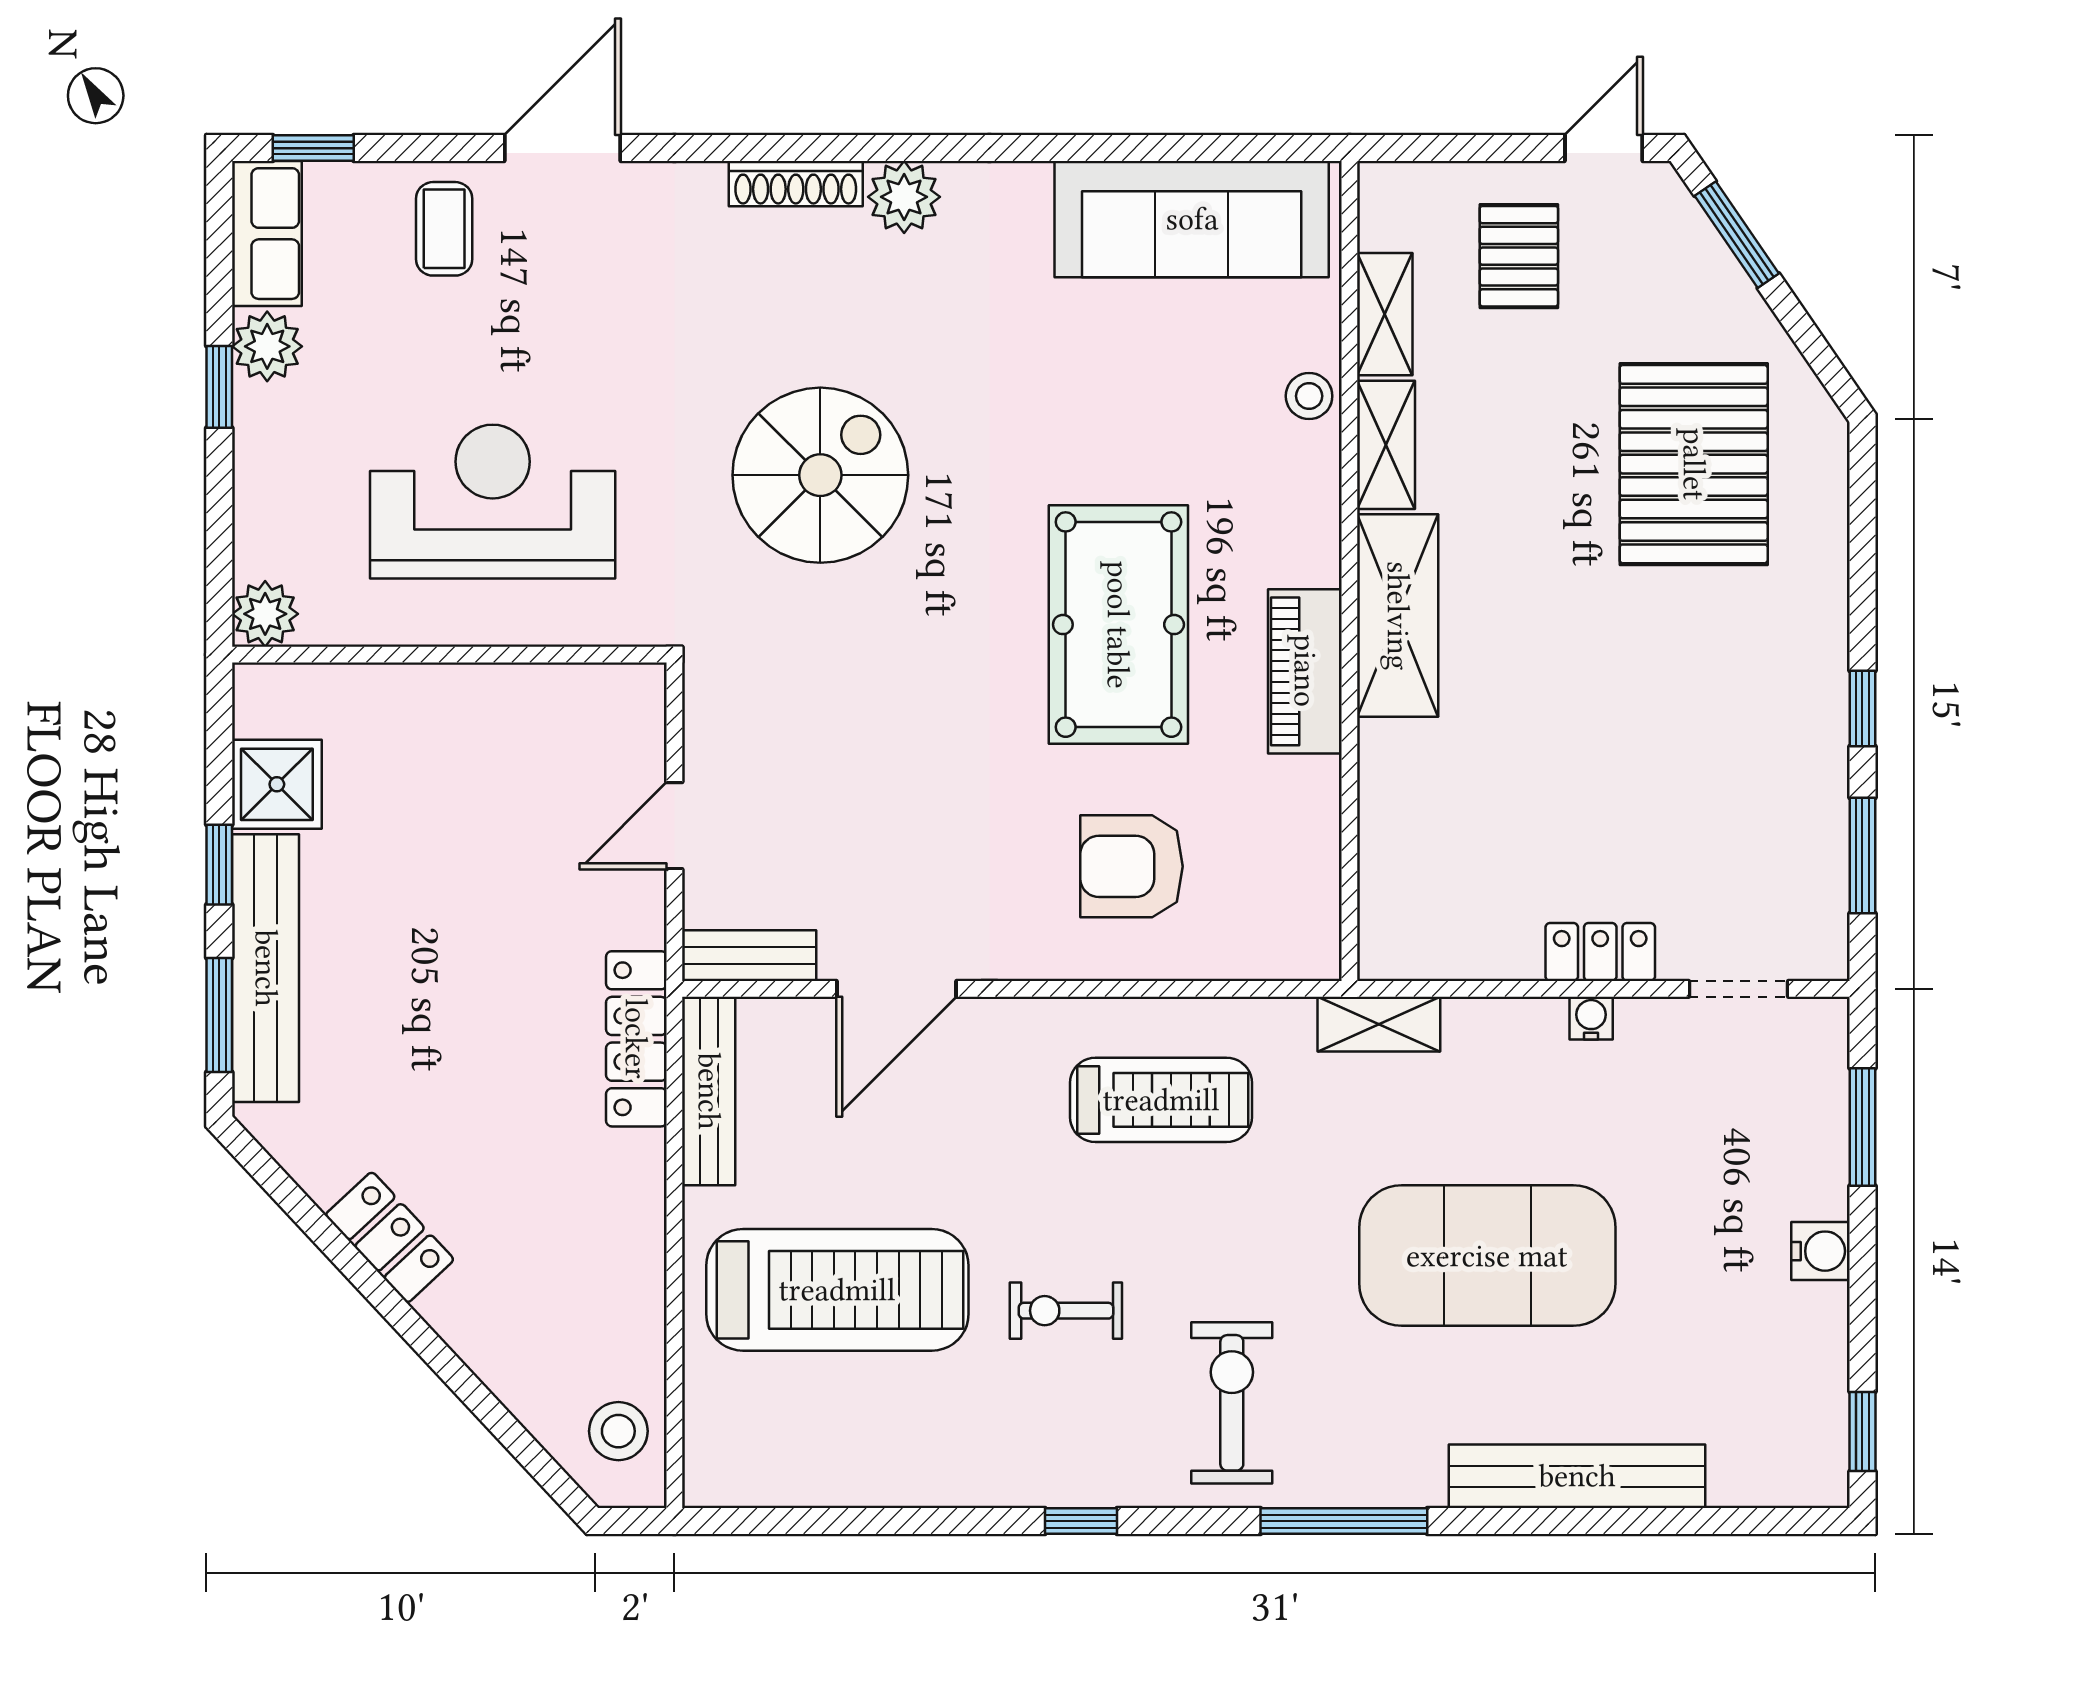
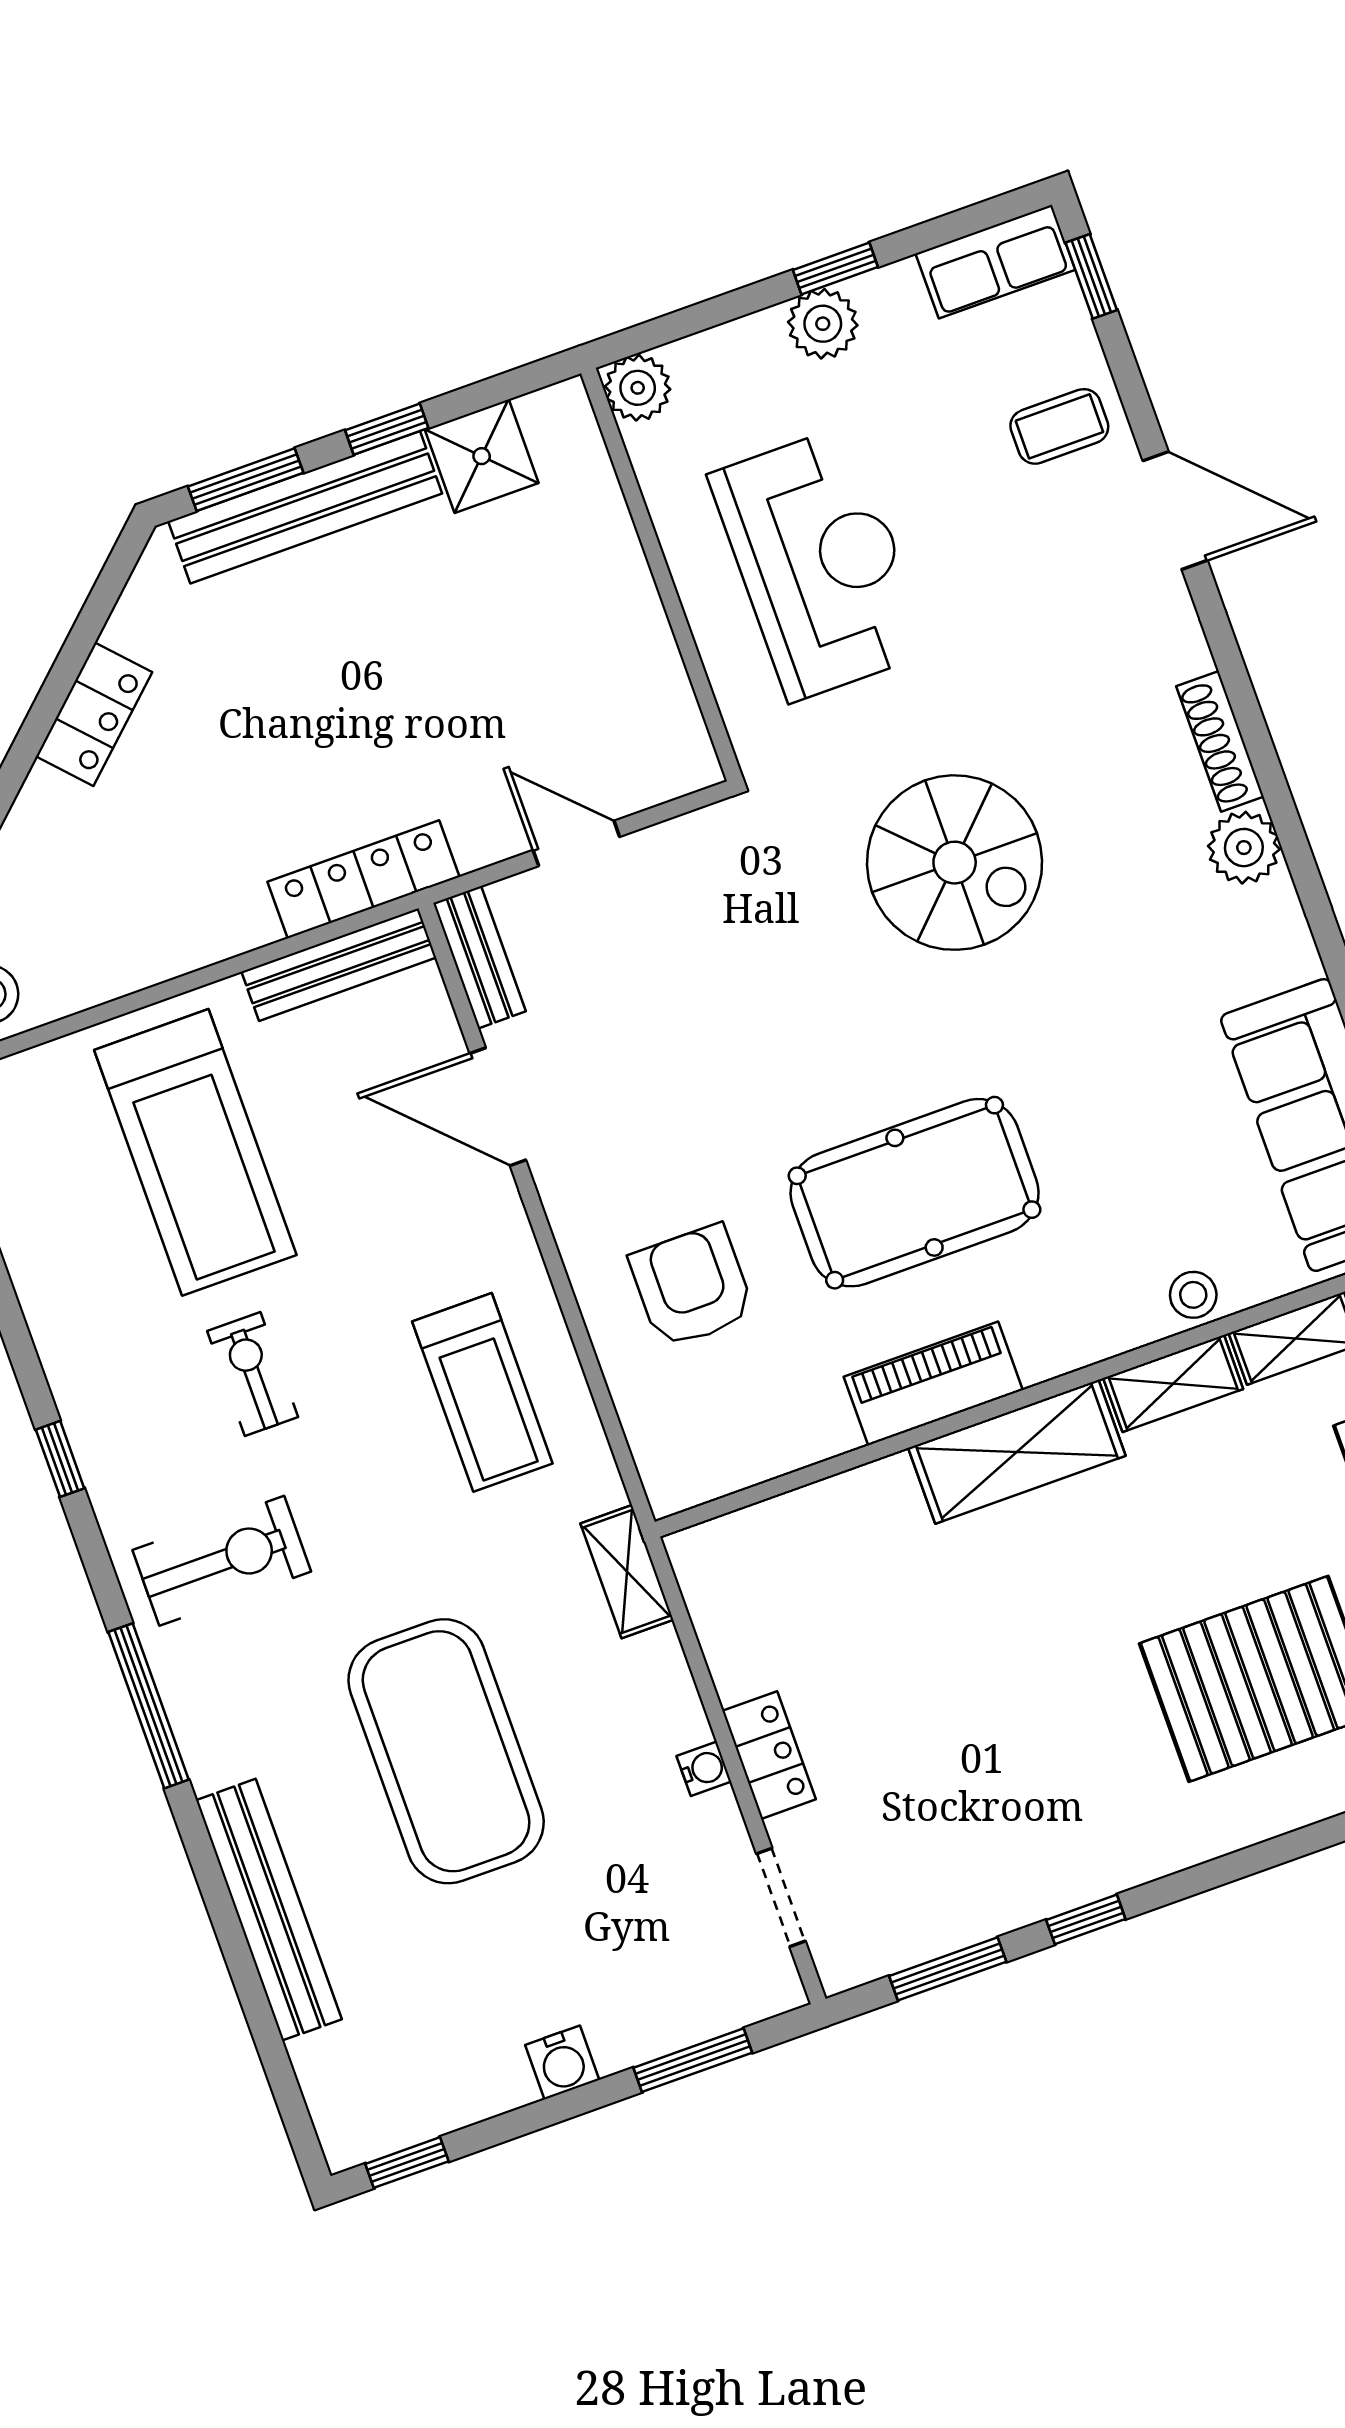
plant: (267, 346) -> (823, 324), moved

